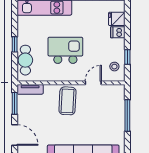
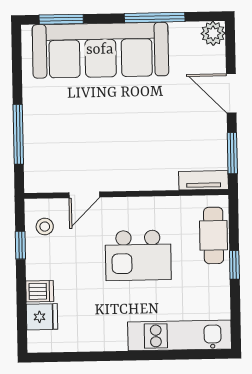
coffee table: (67, 101) -> (132, 160), removed

